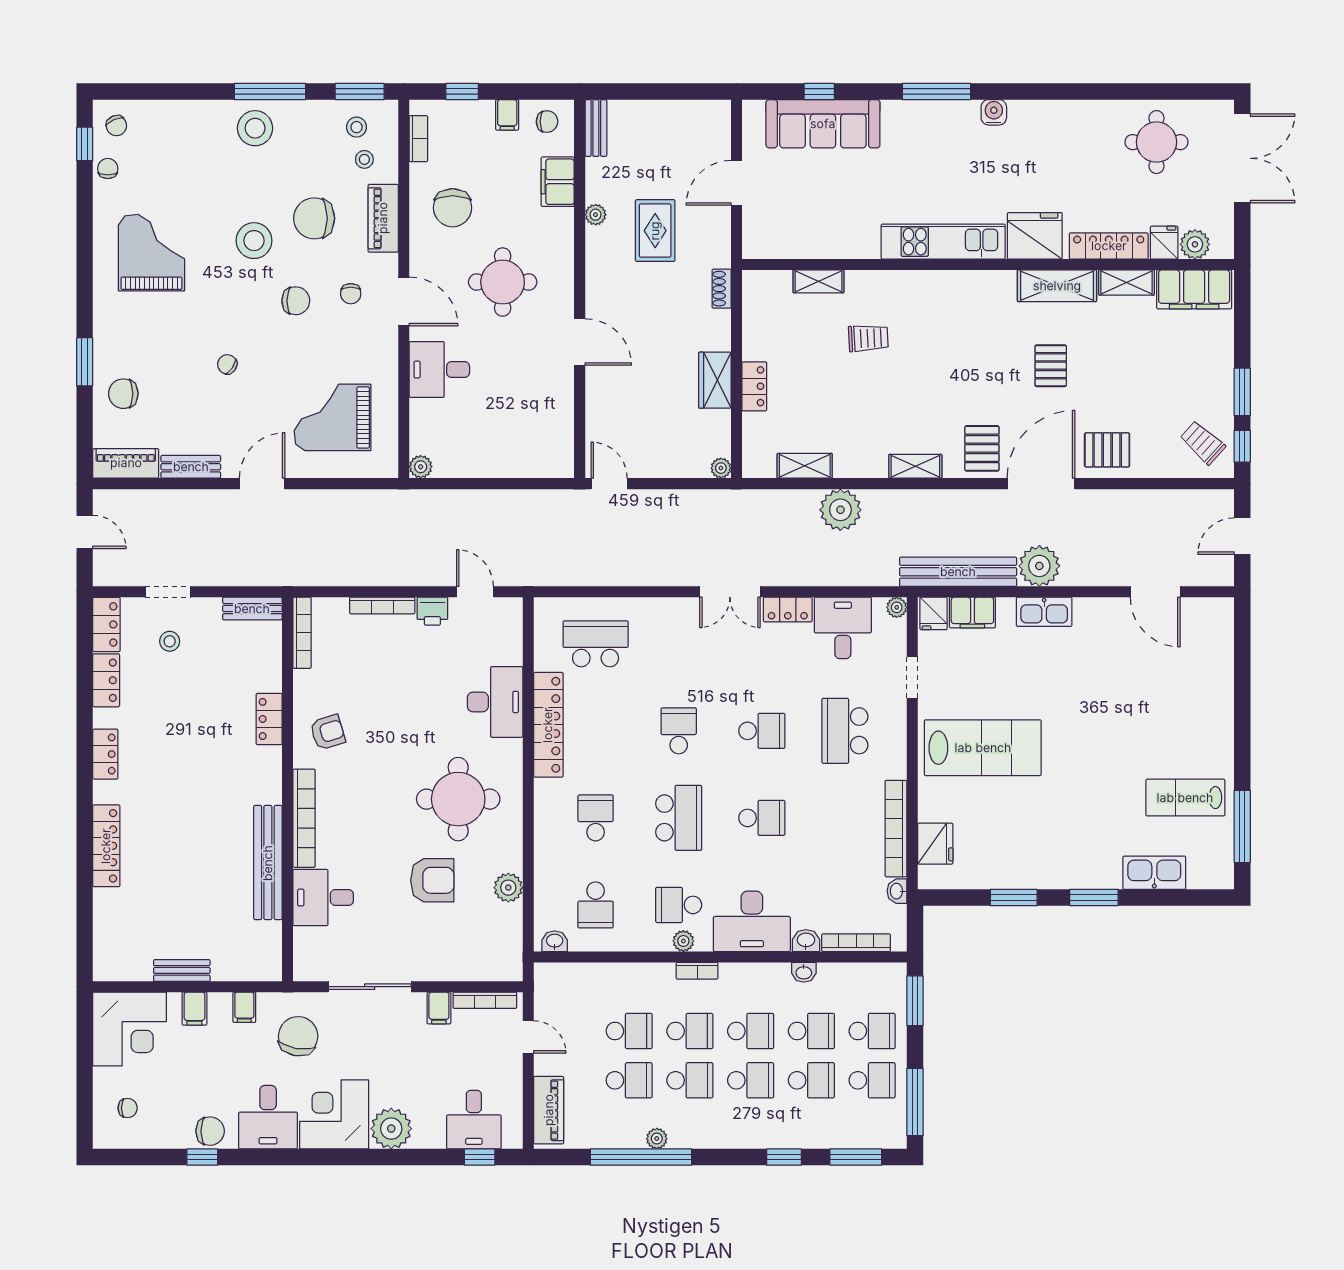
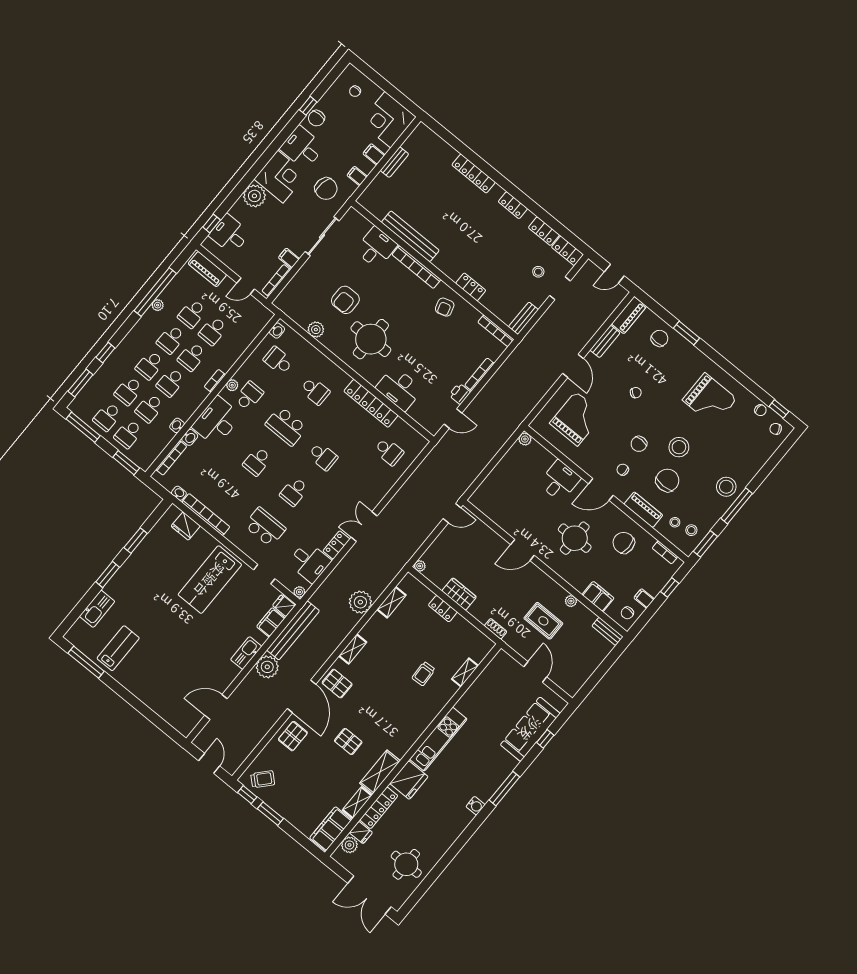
school desk: (596, 644) -> (389, 452), width x0.54

